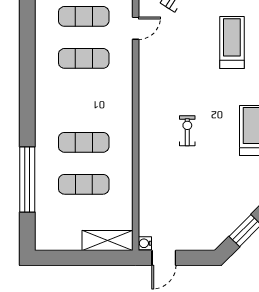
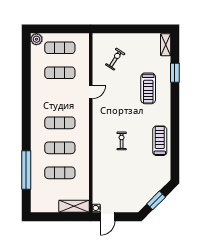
door: (136, 28) -> (91, 92), moved
treadmill: (232, 42) -> (148, 88), turned 180
exercise mat: (84, 58) -> (60, 123), moved

